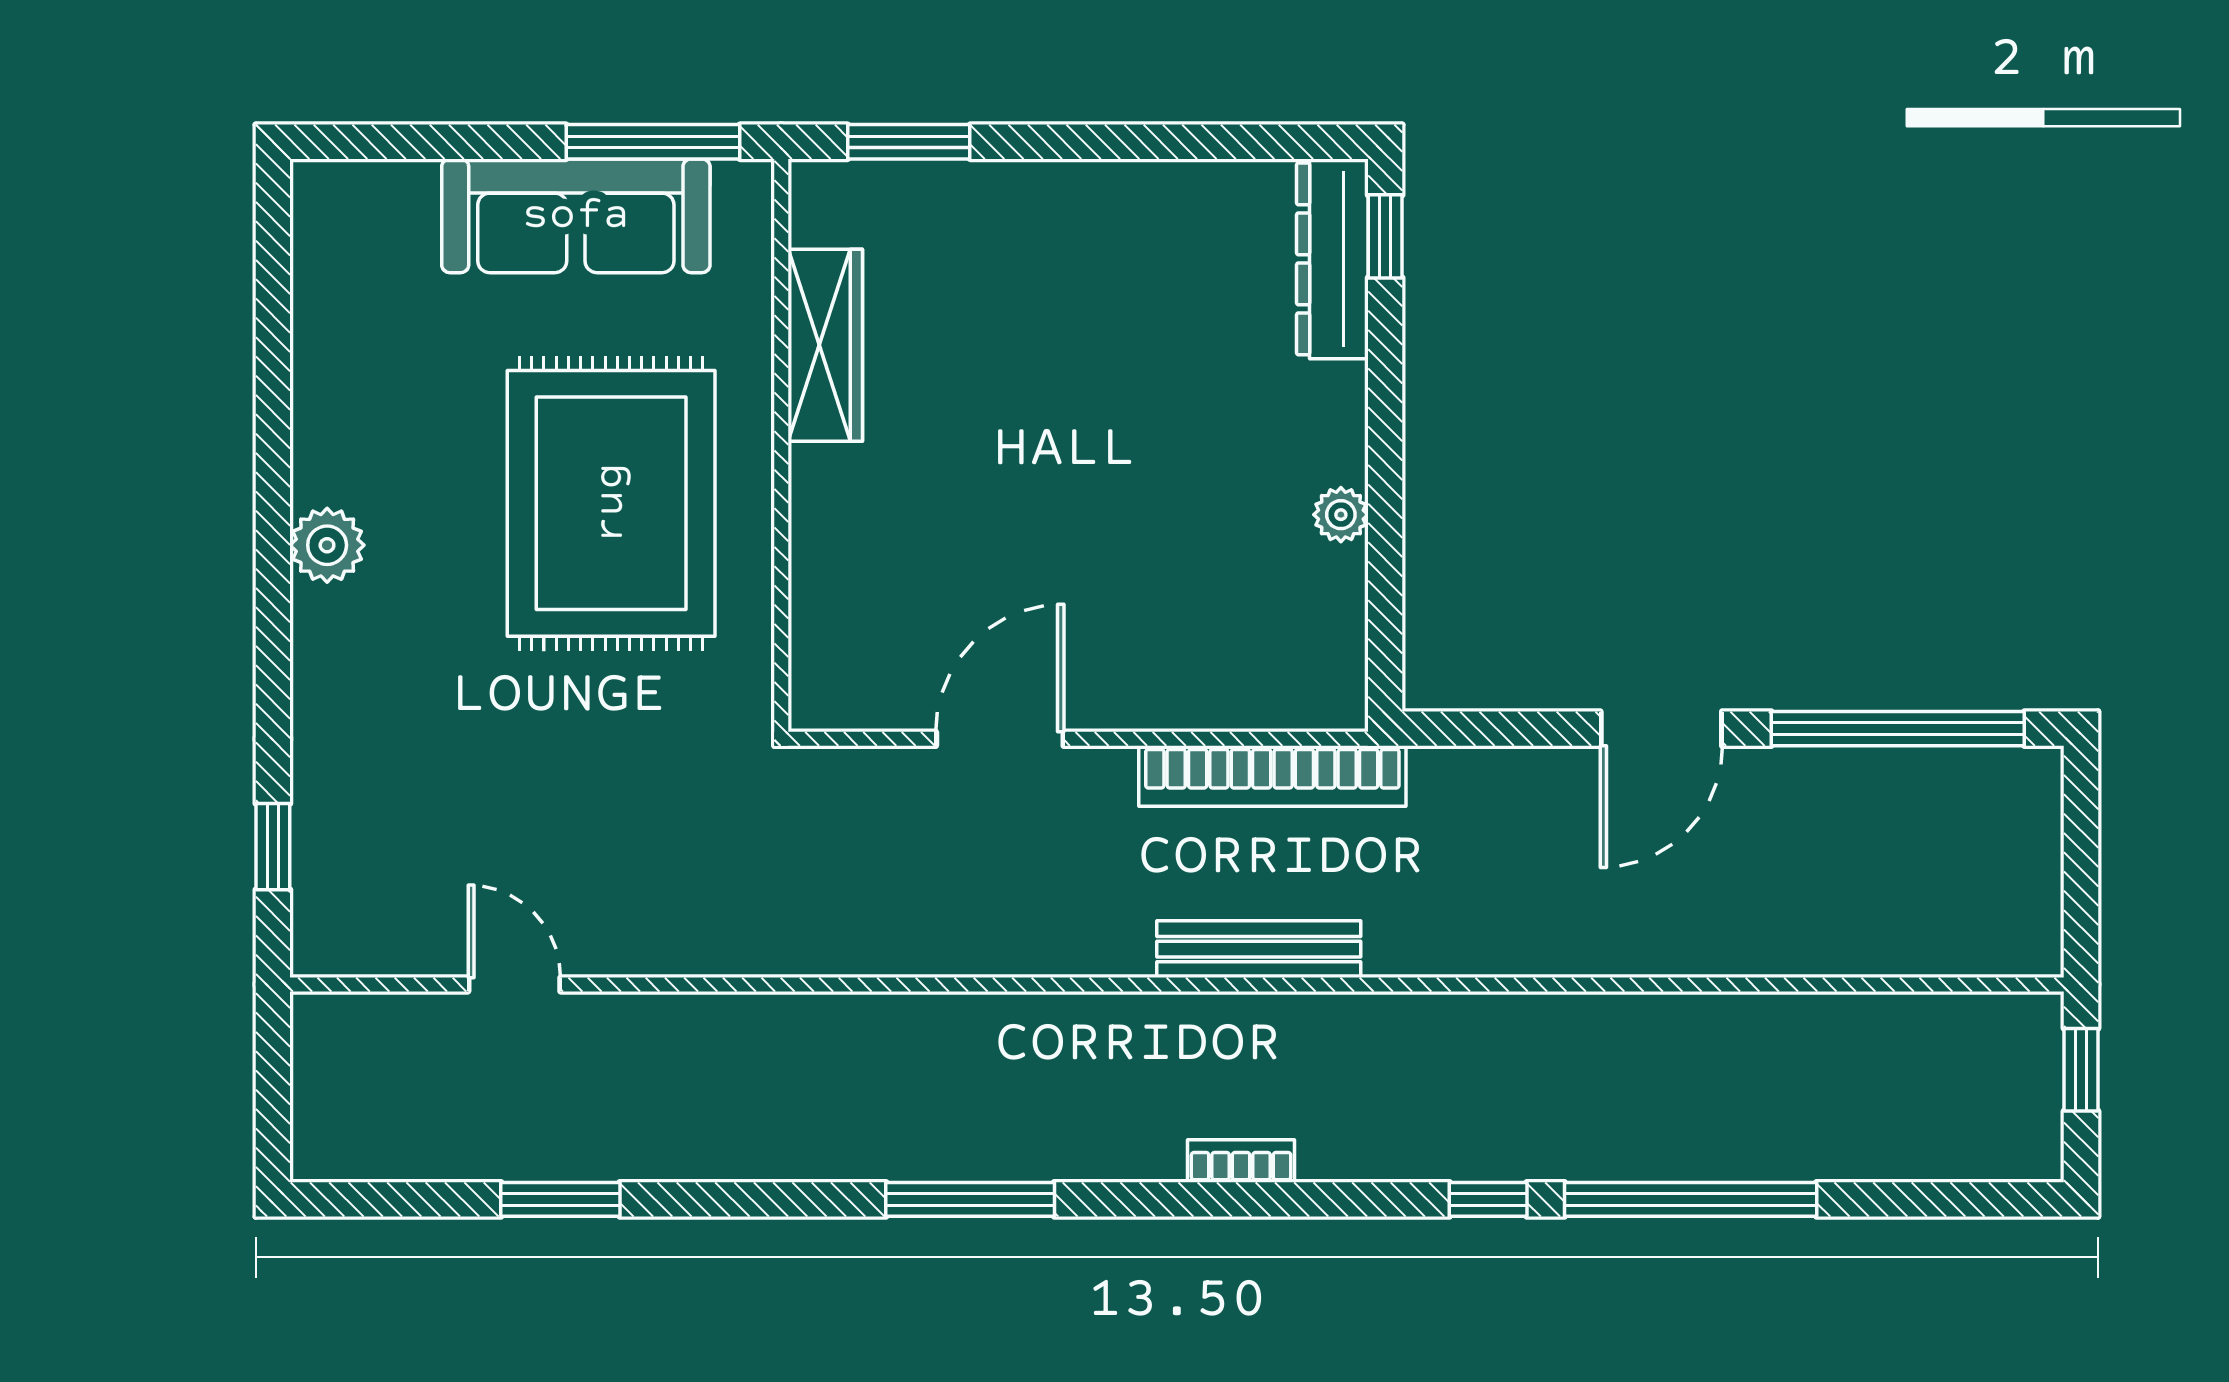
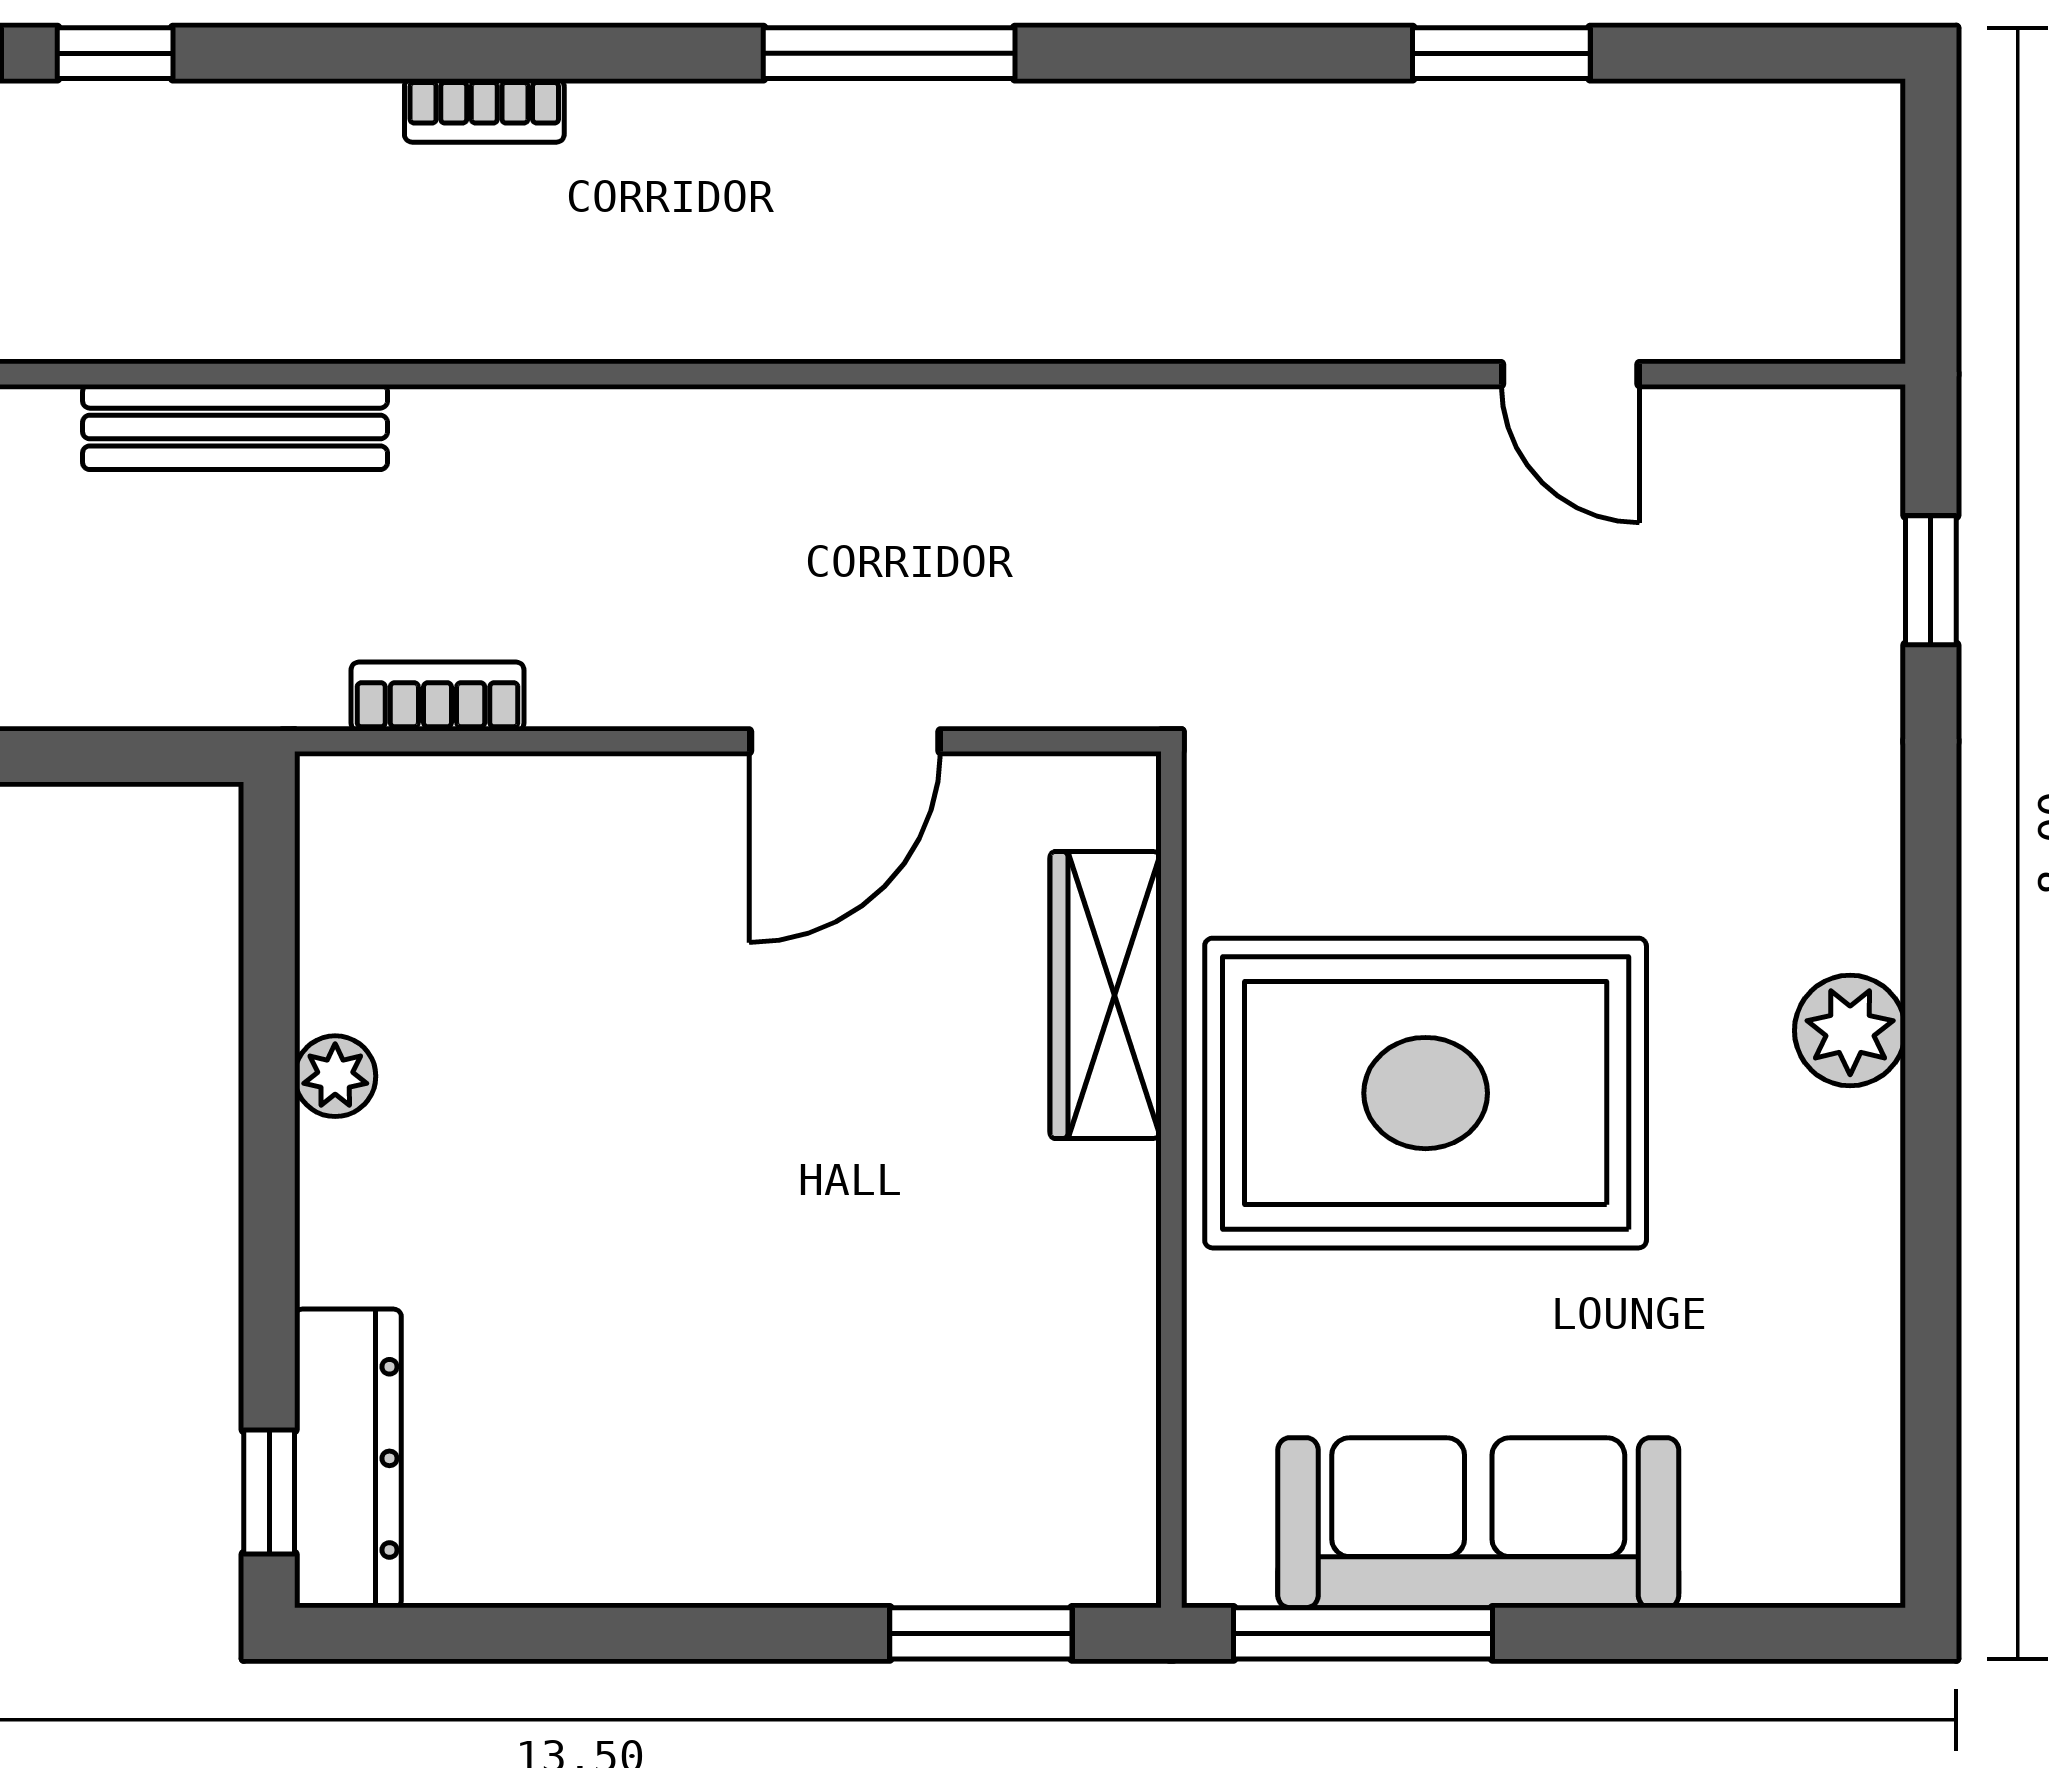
wardrobe: (825, 345) -> (1106, 995), moved
rug: (611, 503) -> (1426, 1093), turned 90
bookcase: (1272, 776) -> (438, 696), width x0.43, depth x0.76
bench: (1259, 949) -> (235, 427), moved

